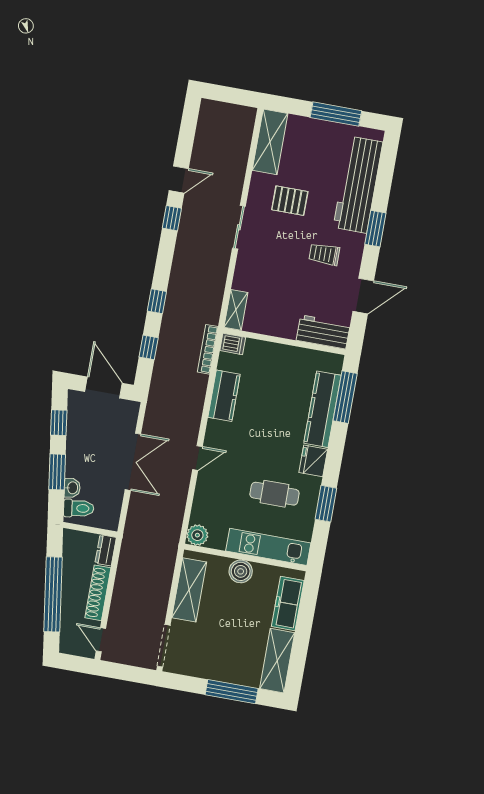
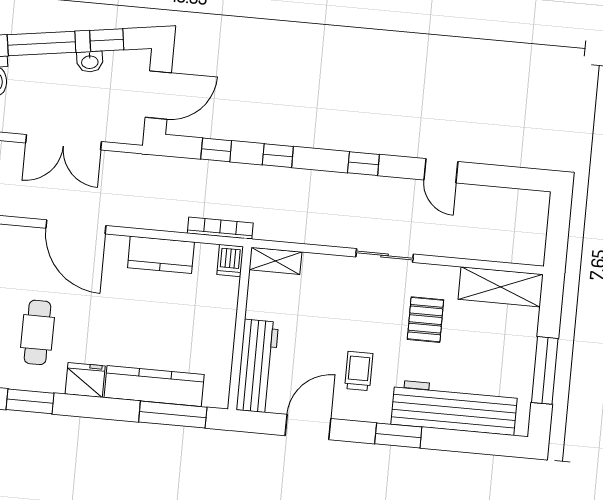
window: (172, 218) -> (363, 164), moved
door: (363, 296) -> (308, 427), swing flipped
workbench: (323, 332) -> (257, 366), width x1.38
door: (197, 458) -> (76, 227), width x1.88
window: (57, 472) -> (42, 43), width x1.44
washbasin: (72, 488) -> (90, 62), moved

